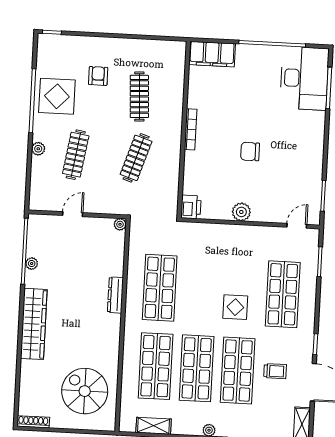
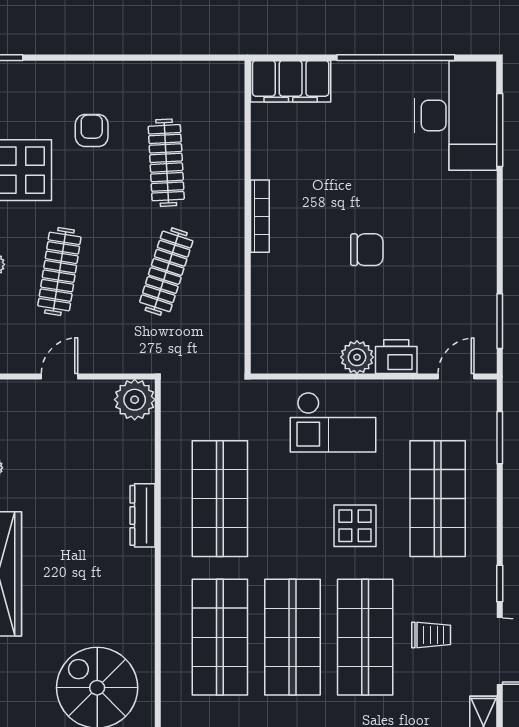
chair: (250, 151) -> (367, 250), turned 180
printer: (191, 207) -> (396, 357), moved, turned -90
plant: (120, 224) -> (135, 400), width x1.87, depth x1.87
checkout: (226, 248) -> (333, 422), added

